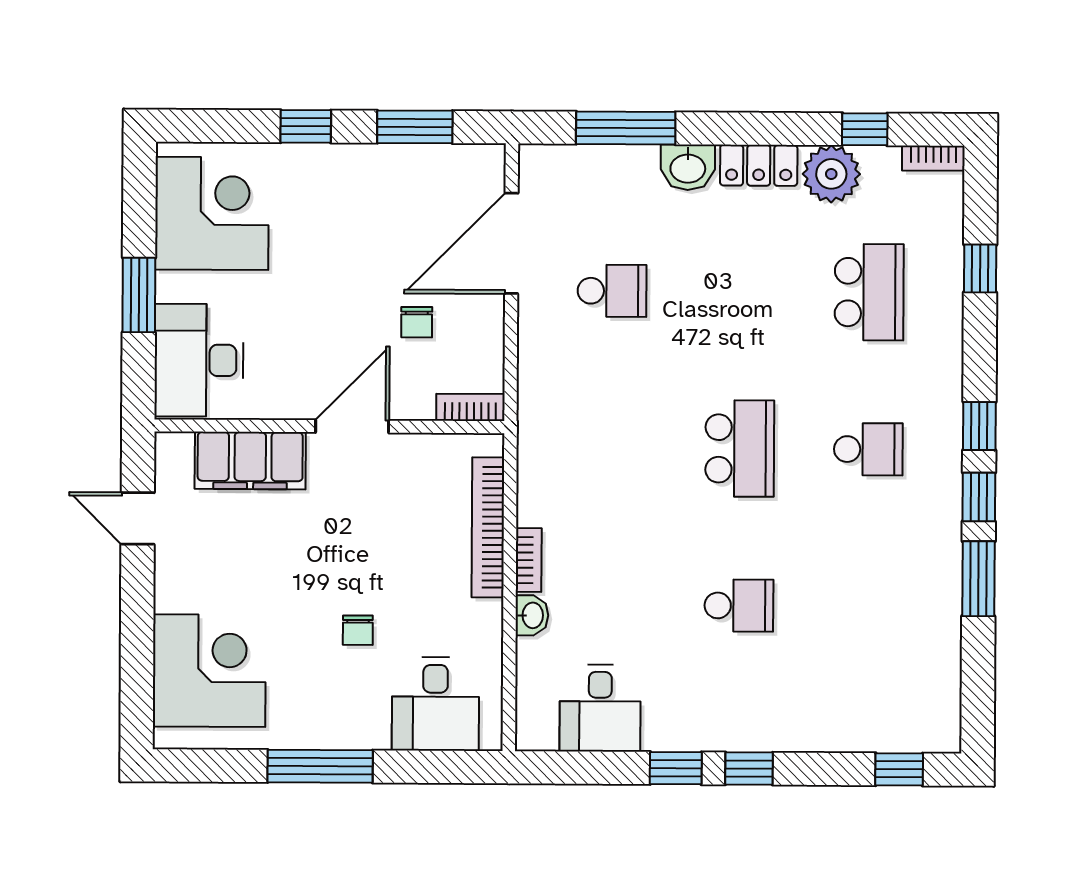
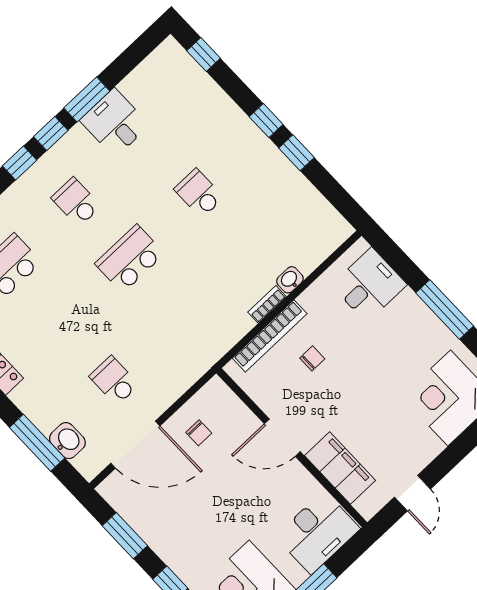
washbasin: (688, 167) -> (67, 441), moved
chair: (417, 322) -> (199, 433), moved, turned 90
bookcase: (470, 407) -> (224, 394), removed
chair: (358, 630) -> (312, 358), moved
desk: (600, 708) -> (115, 123), moved, turned -90

